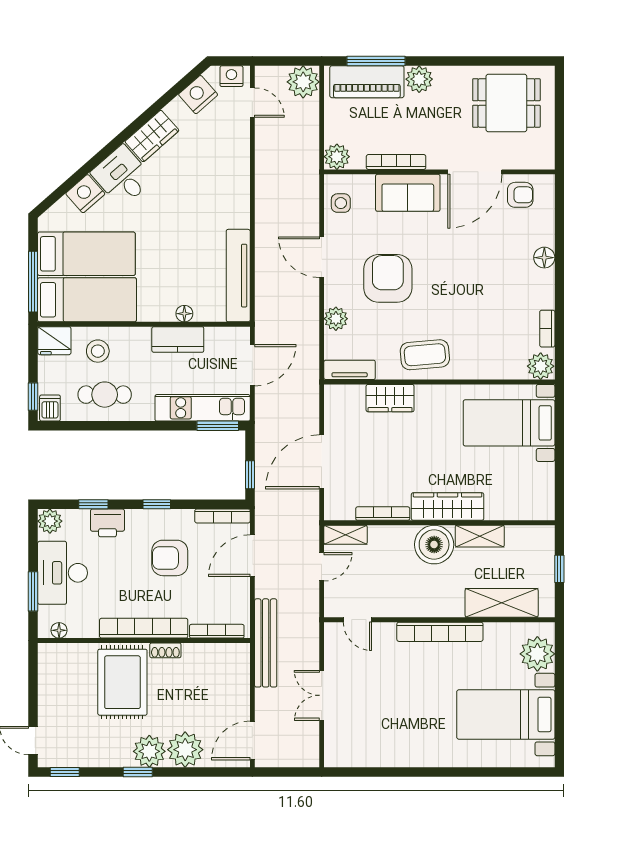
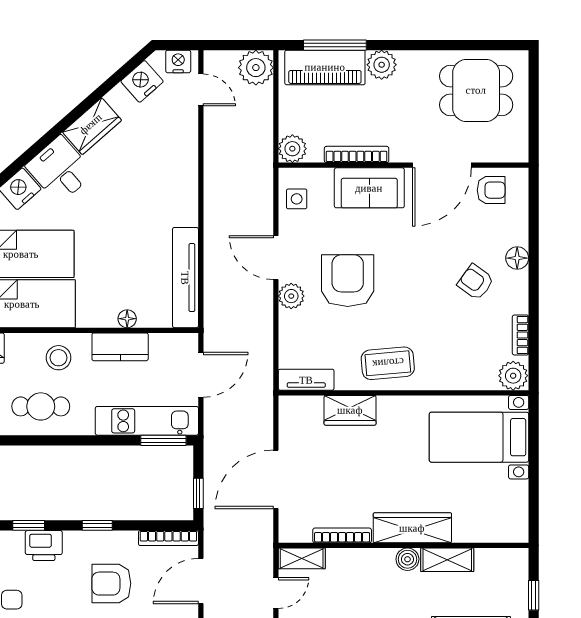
armchair: (506, 280) -> (476, 282), added
plant: (336, 319) -> (291, 296), moved
stool: (98, 351) -> (58, 358), moved
boiler: (434, 545) -> (407, 559), width x0.54, depth x0.54

